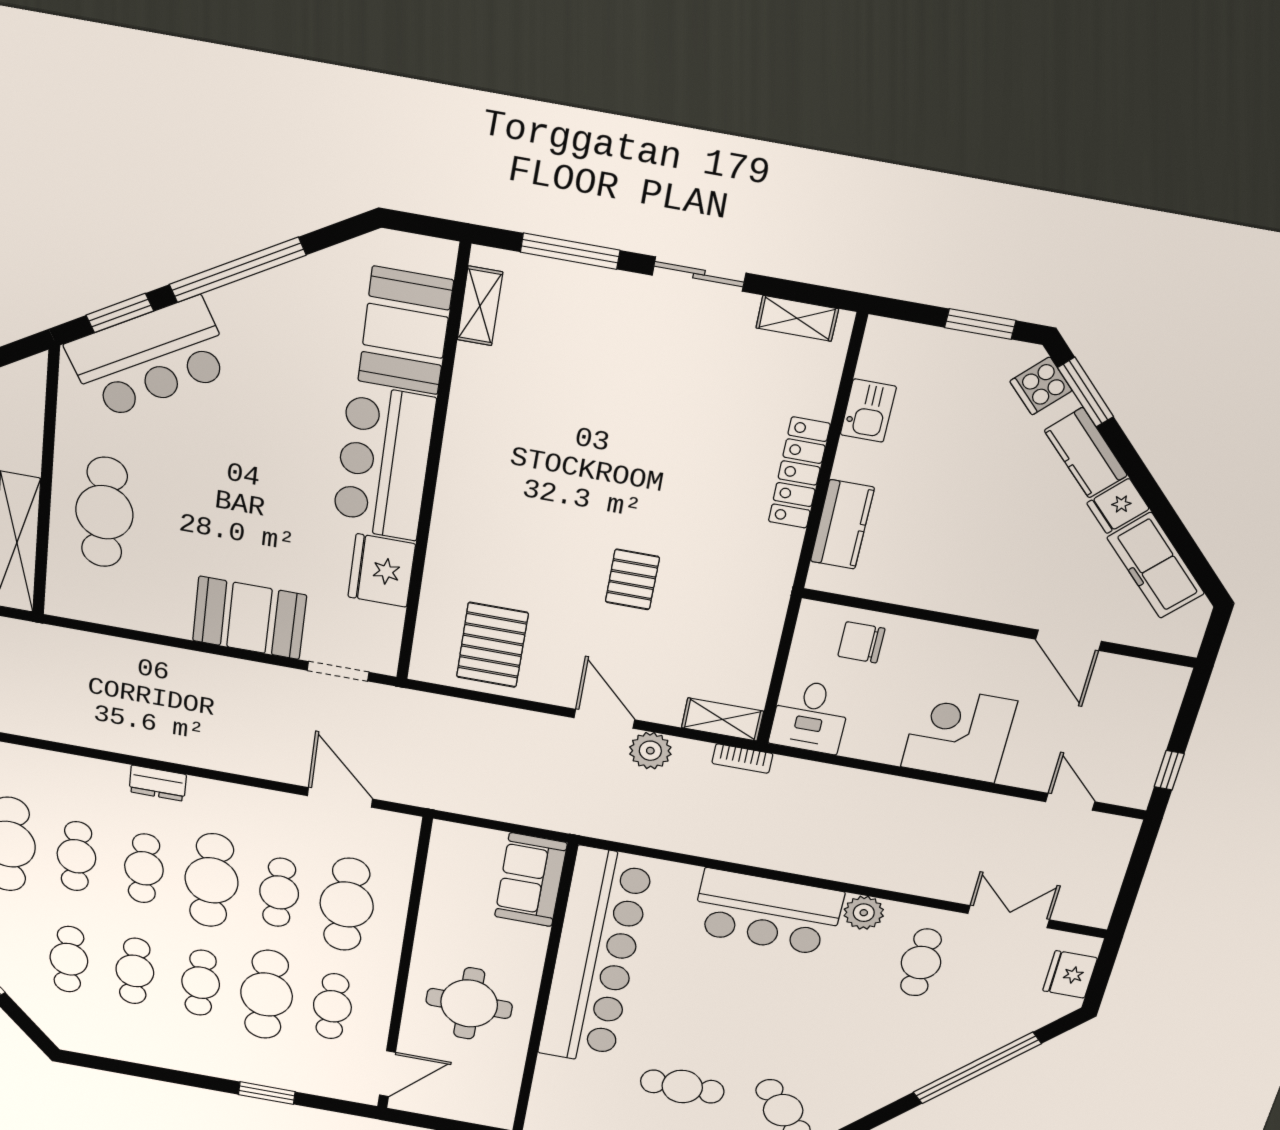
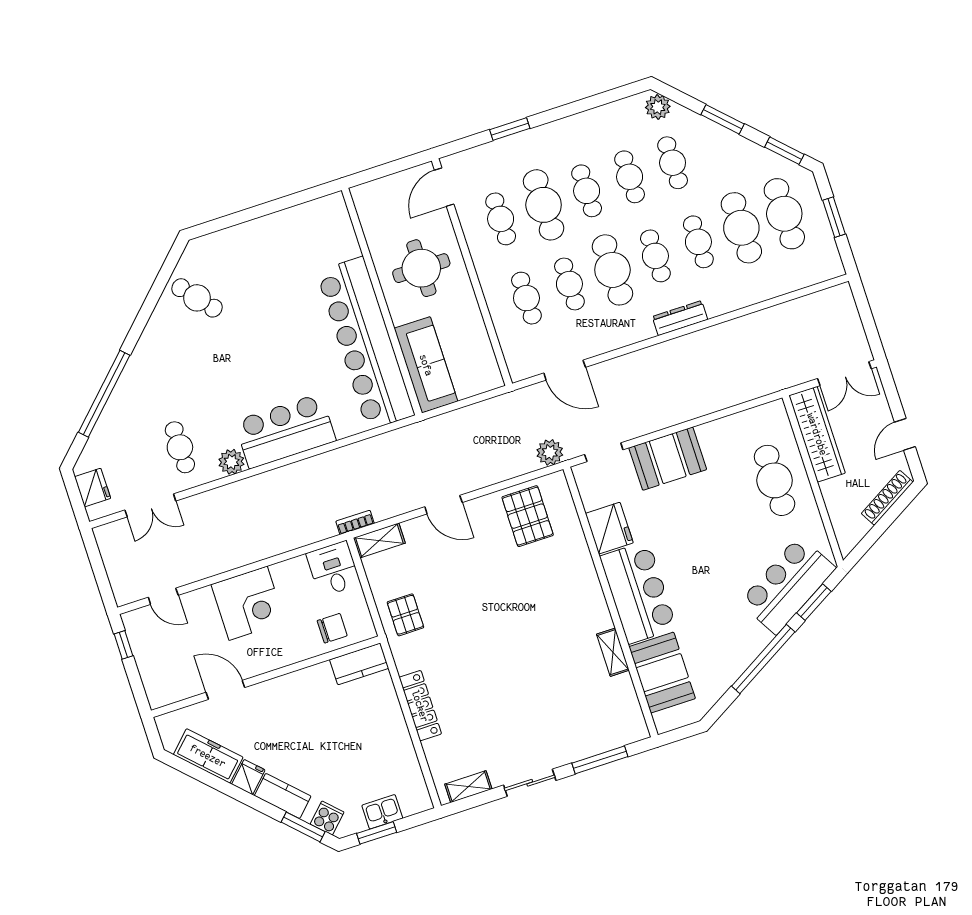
shelving: (480, 306) -> (613, 652), moved
kitchen sink: (868, 411) -> (382, 812), moved, turned 90
kitchen counter: (842, 525) -> (359, 664), moved, turned -90
pallet: (632, 579) -> (405, 615), moved
plant: (650, 751) -> (550, 452), moved
dresser: (158, 783) -> (680, 318), width x1.44
sofa: (531, 880) -> (426, 365), width x1.36
cafe table: (347, 904) -> (526, 298), width x0.73, depth x0.74
plant: (59, 1027) -> (658, 107), added
cafe table: (682, 1087) -> (265, 280), removed

